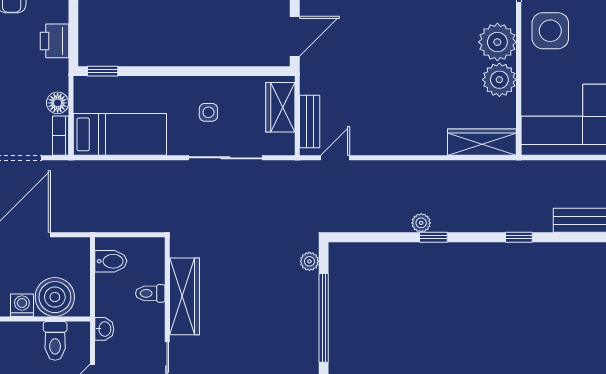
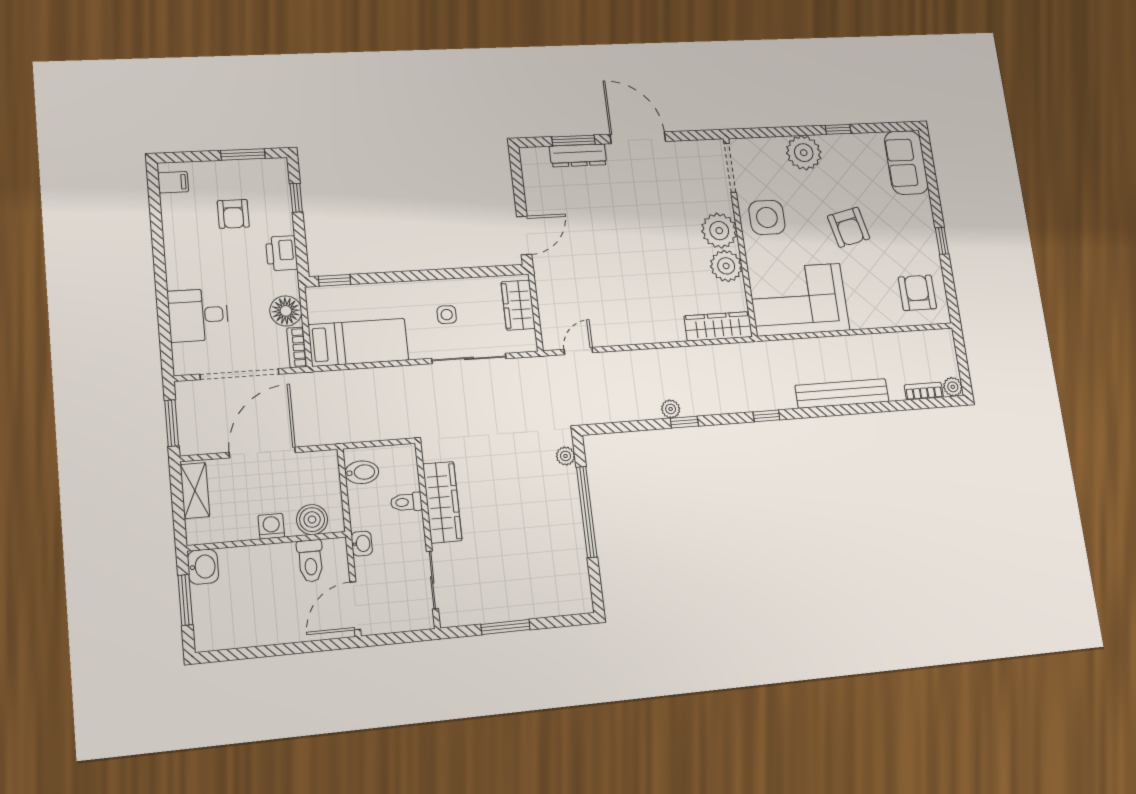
floor lamp: (58, 103) -> (286, 311), width x1.38, depth x1.38
bench: (310, 122) -> (549, 317), removed
boiler: (55, 297) -> (312, 520), width x0.73, depth x0.73

